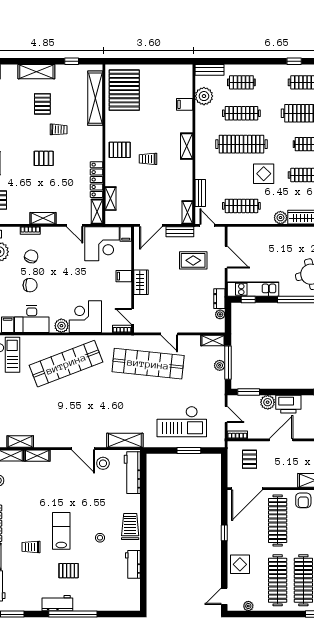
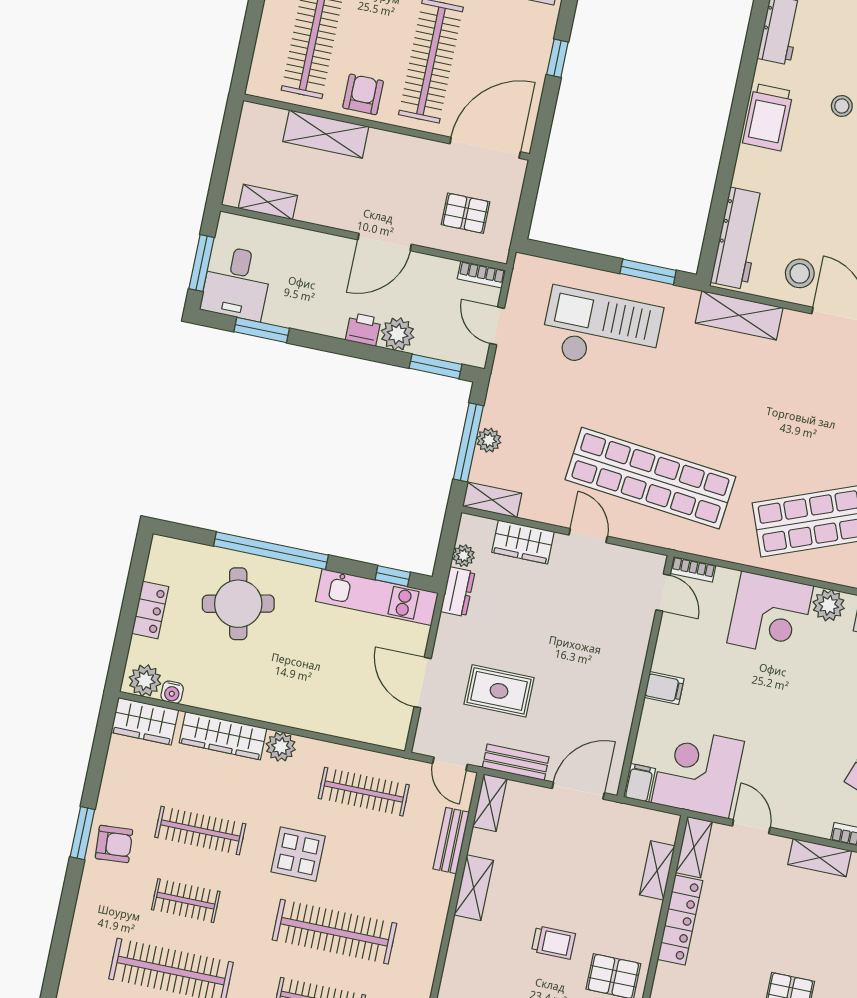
shelving: (187, 146) -> (474, 888), moved
wardrobe: (141, 282) -> (523, 542), moved, turned -90
printer: (288, 404) -> (363, 329), width x0.53, depth x0.68
window: (189, 451) -> (648, 272), moved
pallet: (249, 459) -> (466, 213), turned 90

